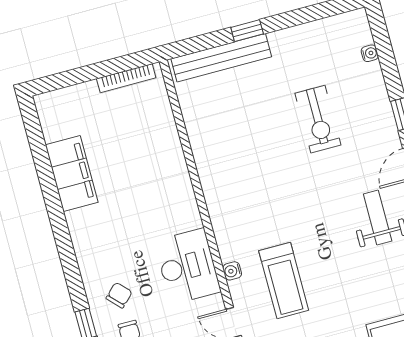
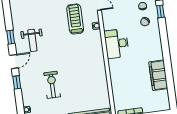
desk: (187, 266) -> (117, 44), moved

